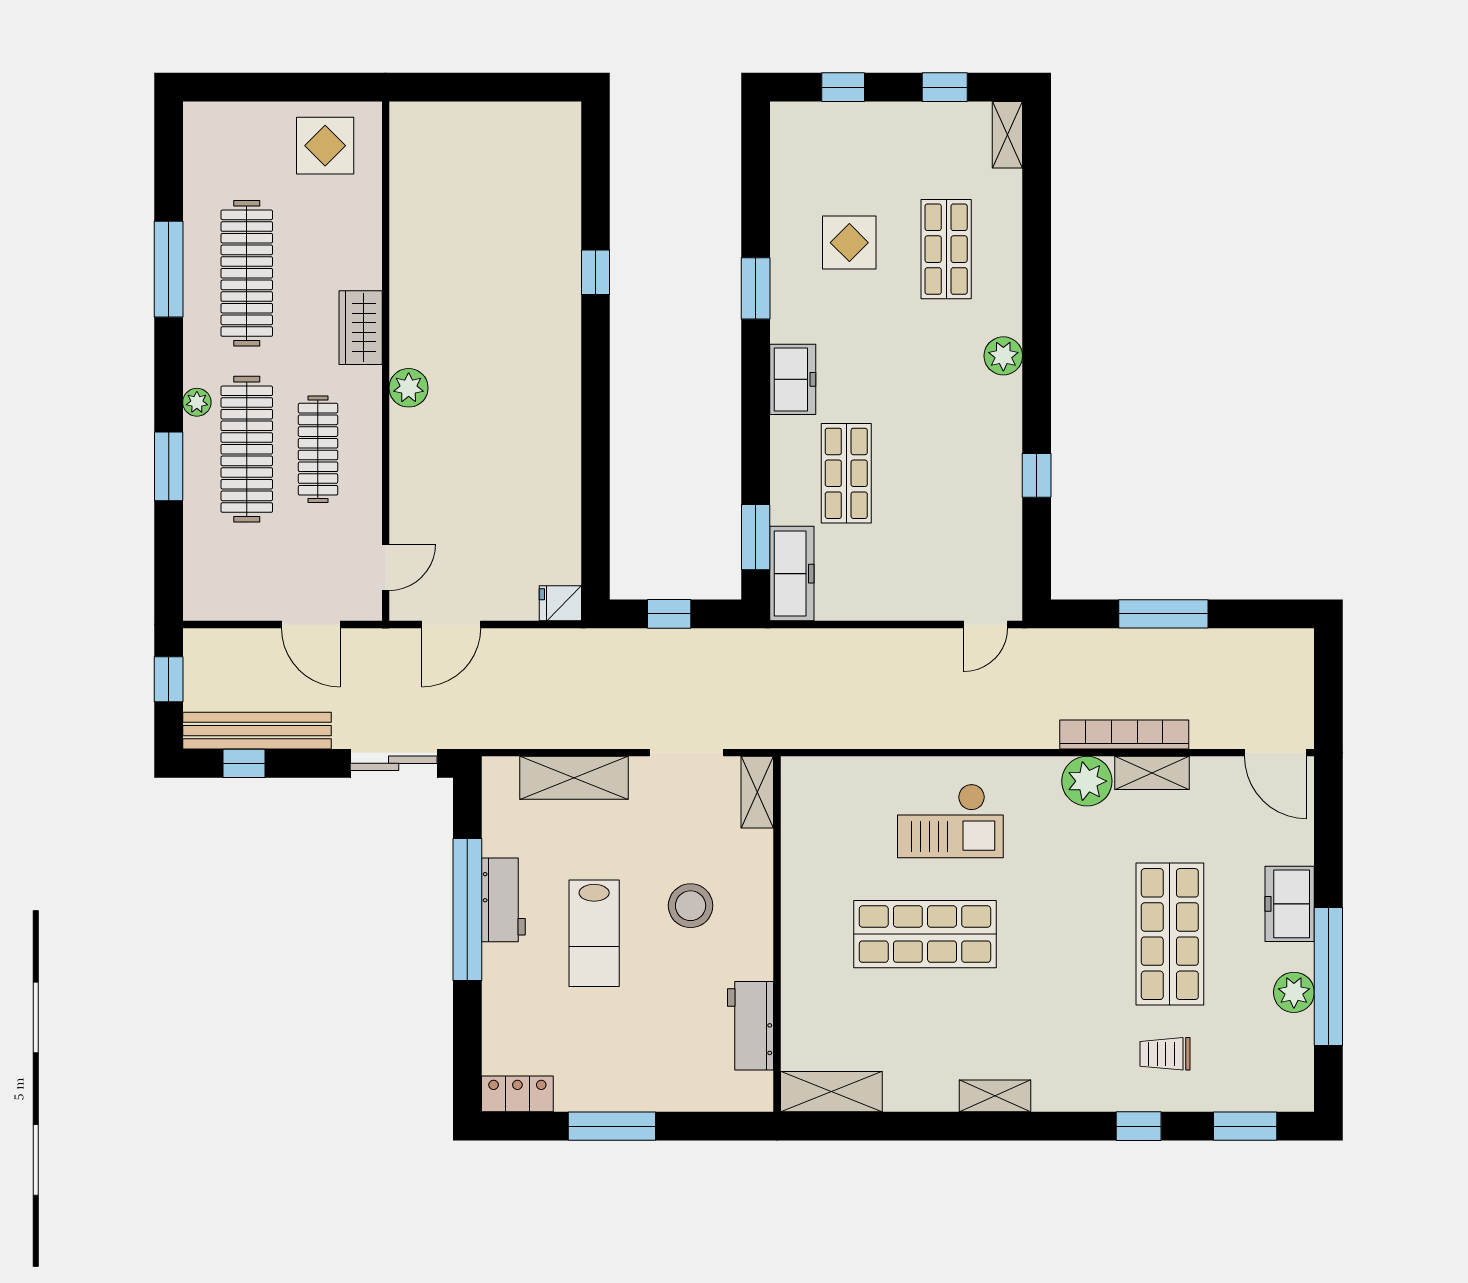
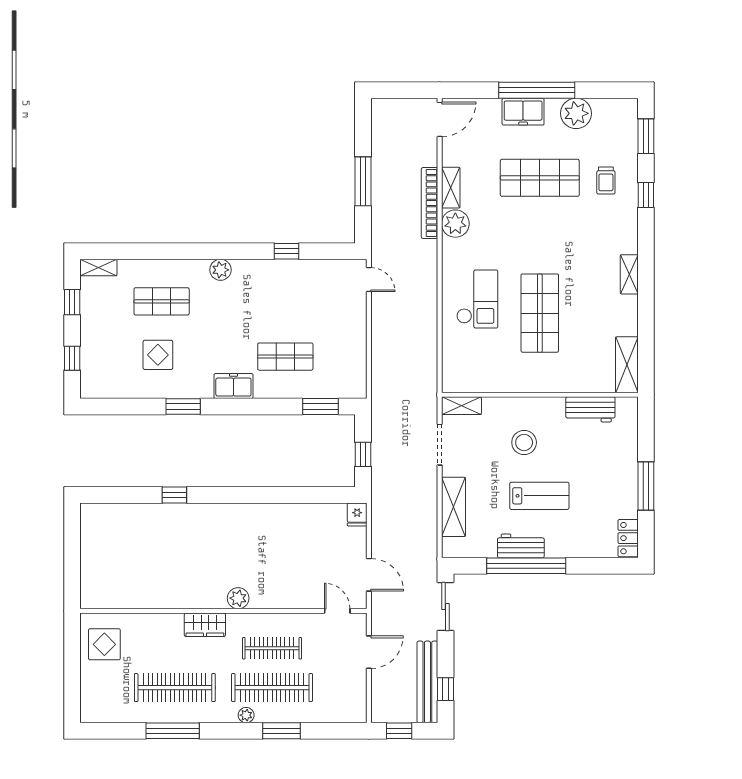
freezer: (792, 574) -> (341, 387), removed
window: (1328, 976) -> (537, 90), moved
plant: (1294, 992) -> (576, 113), width x1.36, depth x1.36

